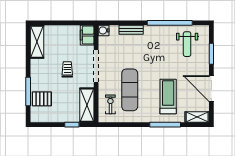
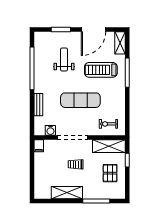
water cooler: (104, 30) -> (50, 130), moved
filing cabinet: (87, 35) -> (39, 146), width x0.50
shelving: (37, 42) -> (67, 193), moved
weight bench: (187, 44) -> (64, 59), moved, turned -90
exercise mat: (130, 90) -> (80, 100), moved
pallet: (42, 99) -> (110, 173), moved

